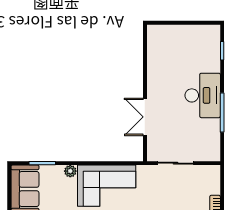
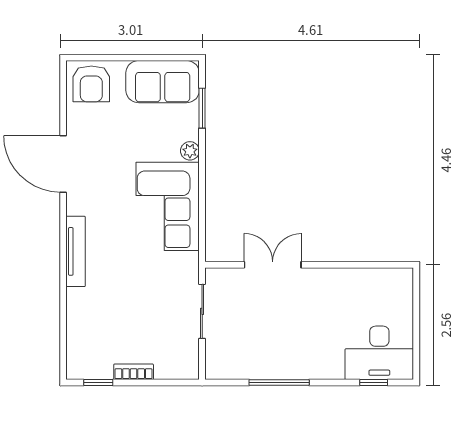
desk: (203, 95) -> (379, 353), moved

